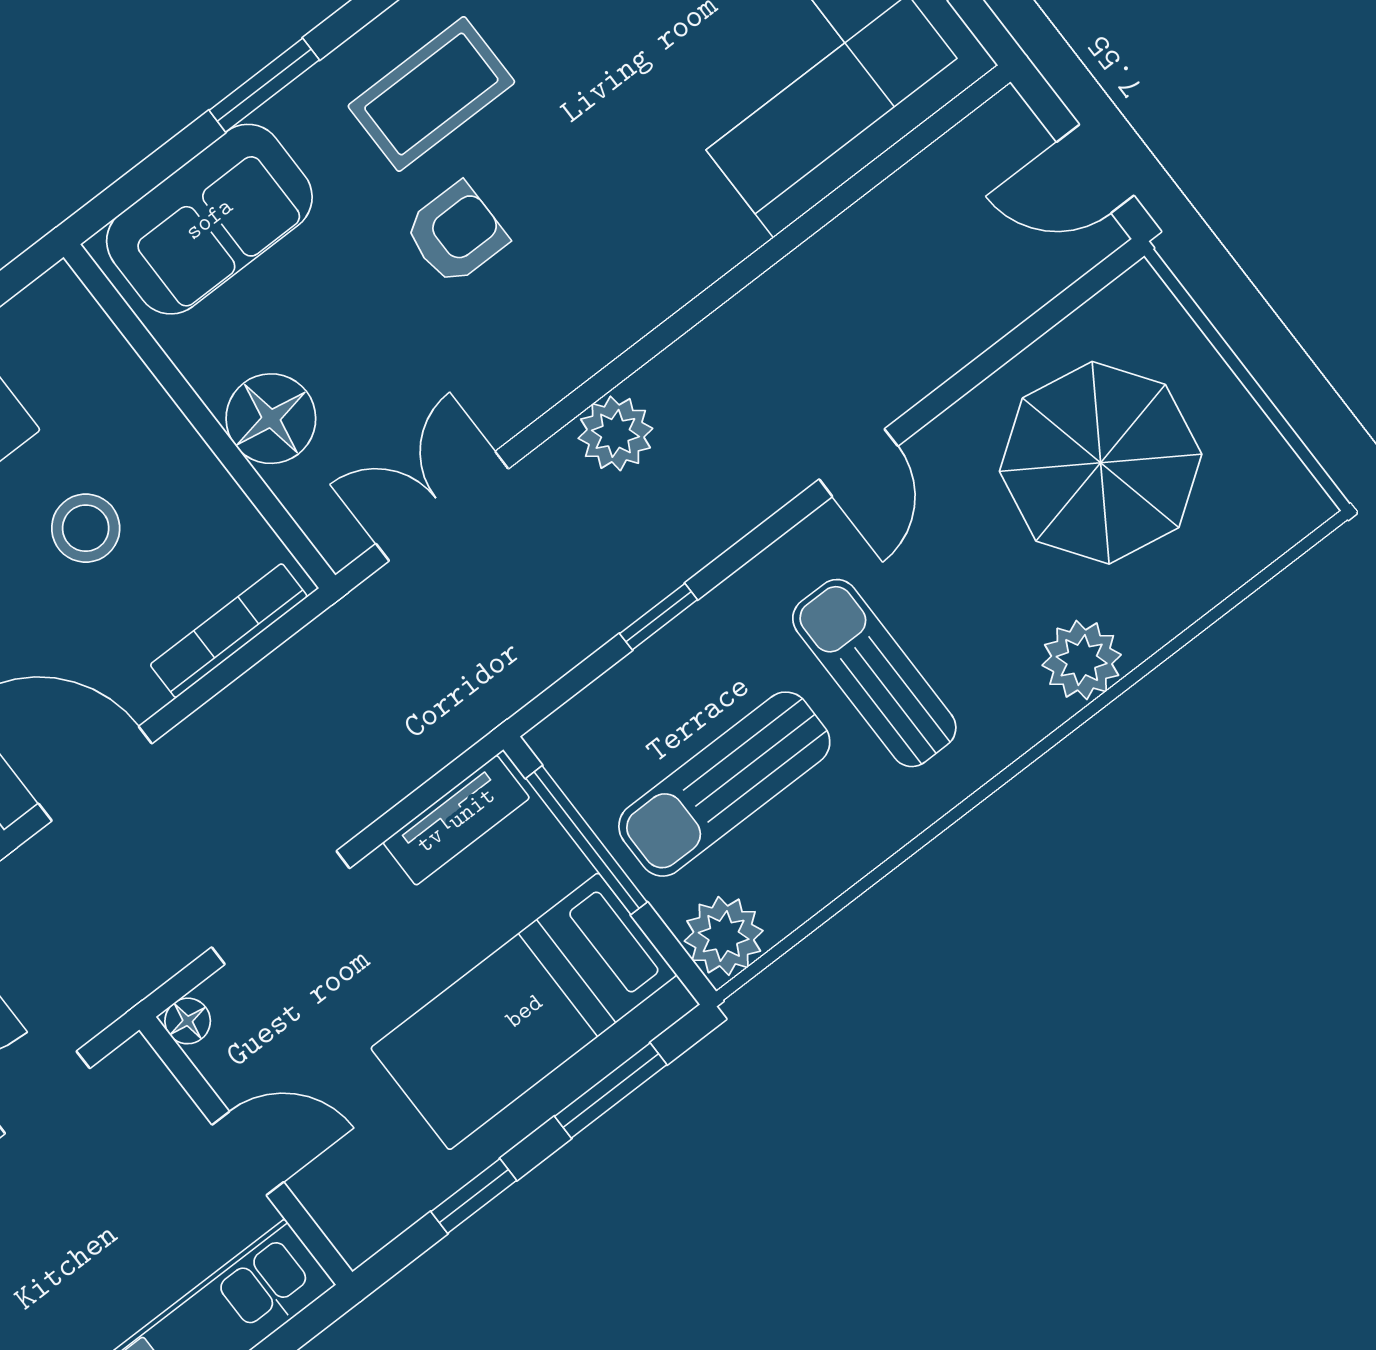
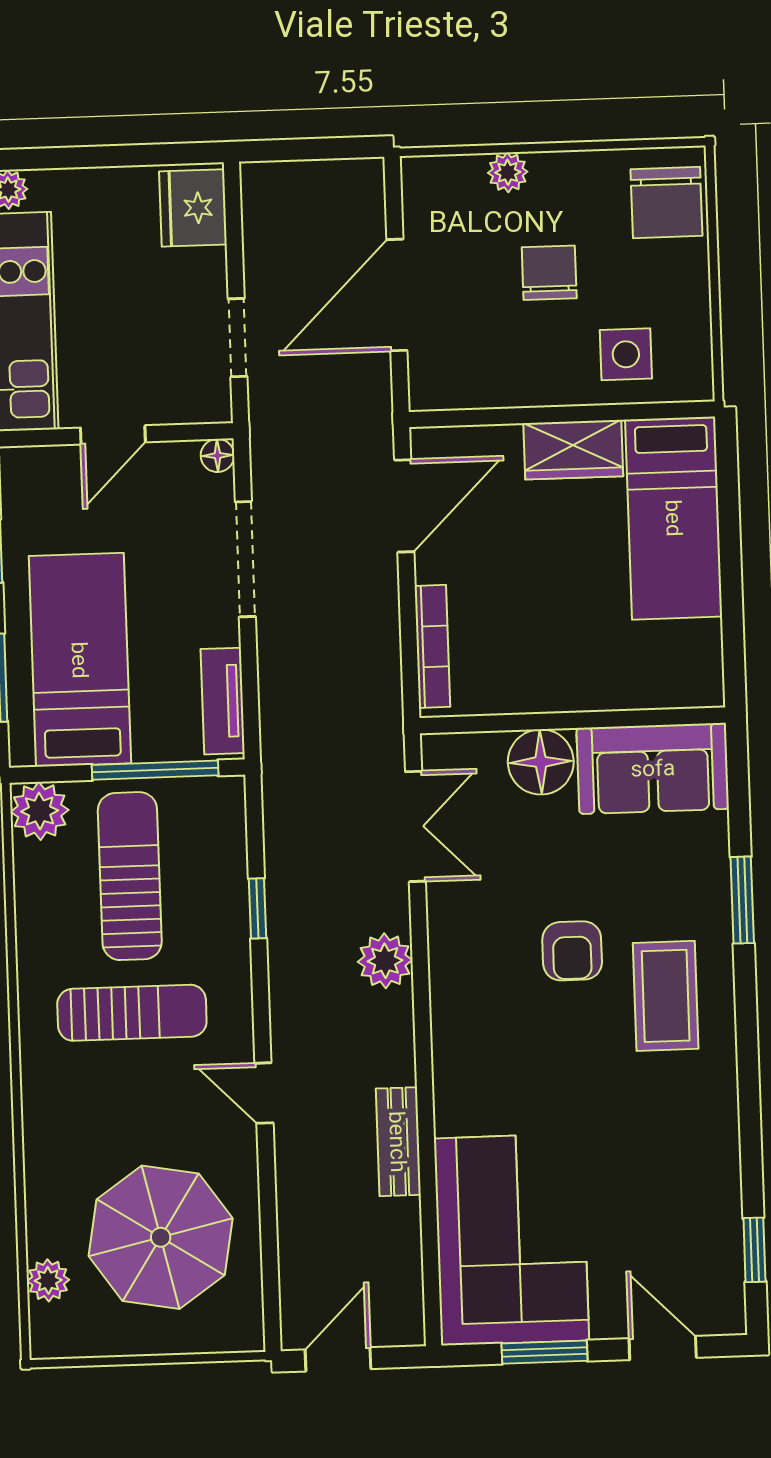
sofa: (209, 219) -> (653, 768), moved, turned -90
bench: (806, 275) -> (398, 1142), added
stool: (86, 528) -> (554, 605), removed
plant: (1082, 660) -> (48, 1280), moved, width x0.73, depth x0.73

